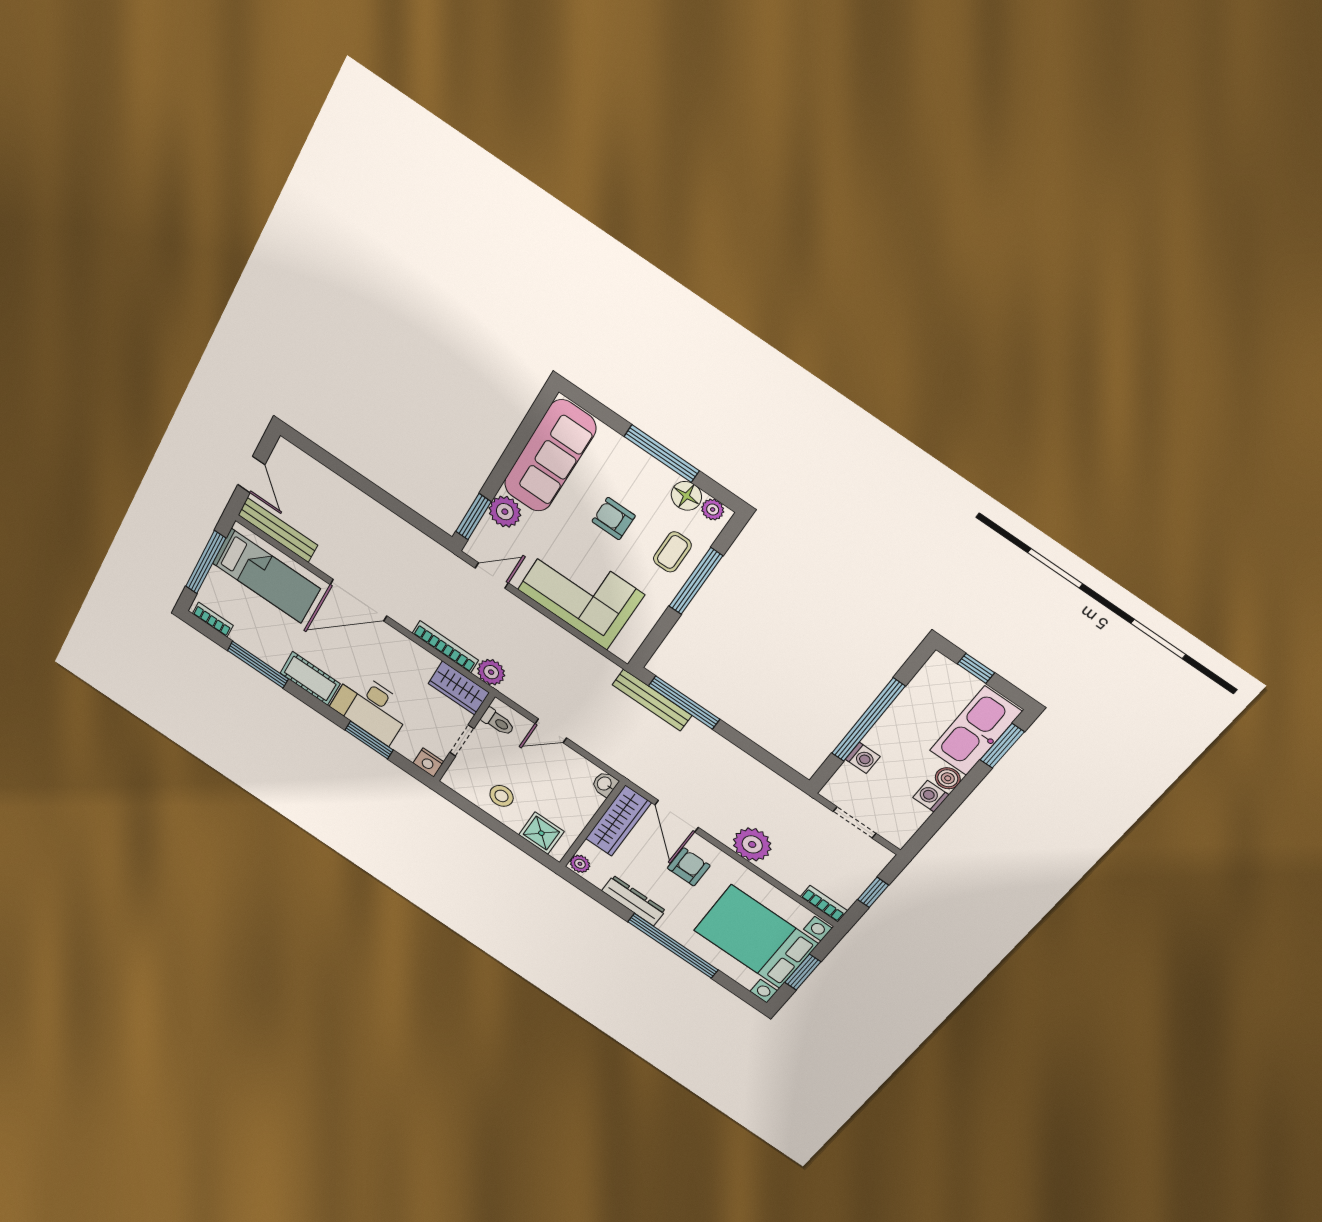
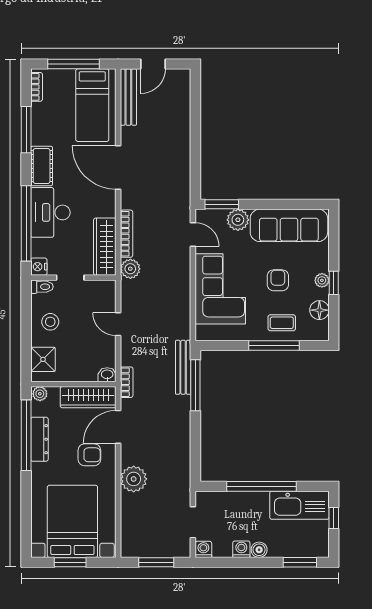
window: (662, 454) -> (334, 283), width x0.46
plant: (713, 509) -> (322, 280), moved
wardrobe: (459, 688) -> (105, 247), width x1.50
toilet: (498, 722) -> (42, 287), moved, turned -90
kitchen sink: (976, 731) -> (299, 505), moved, turned 180
window: (369, 740) -> (26, 223), width x2.11
washing machine: (863, 758) -> (203, 549), moved, turned 180
window: (873, 892) -> (156, 562), width x1.50
bookcase: (824, 904) -> (127, 382), moved
window: (673, 946) -> (26, 435), moved

